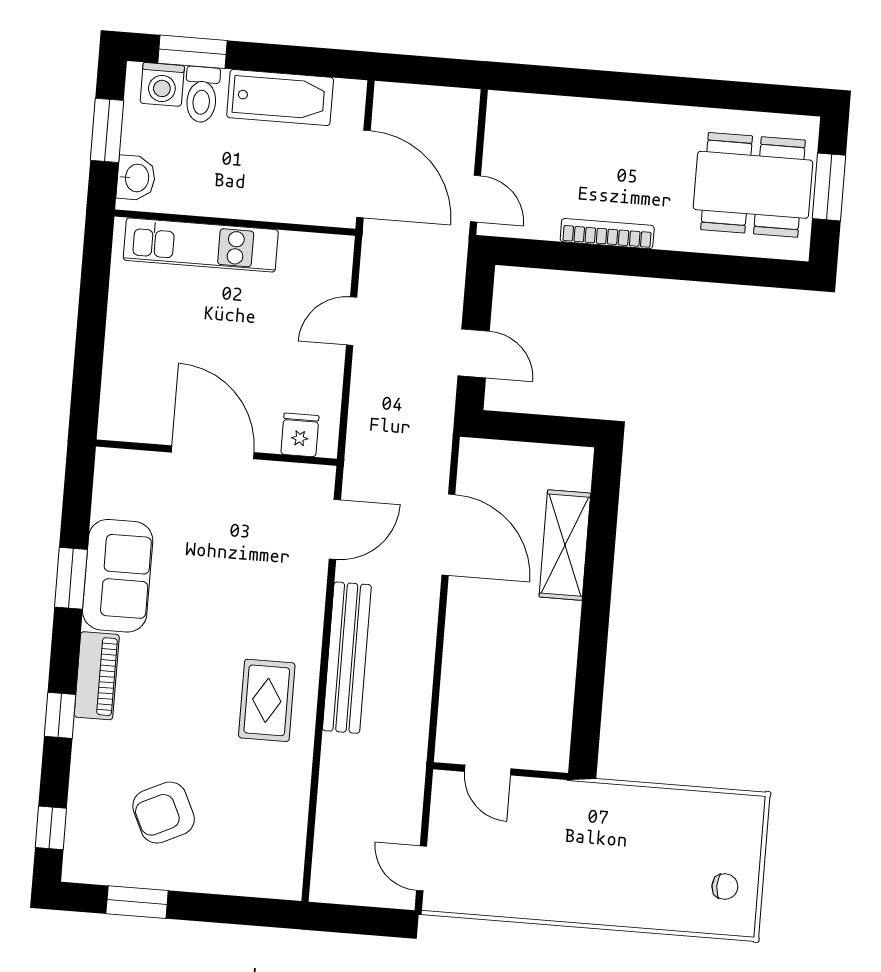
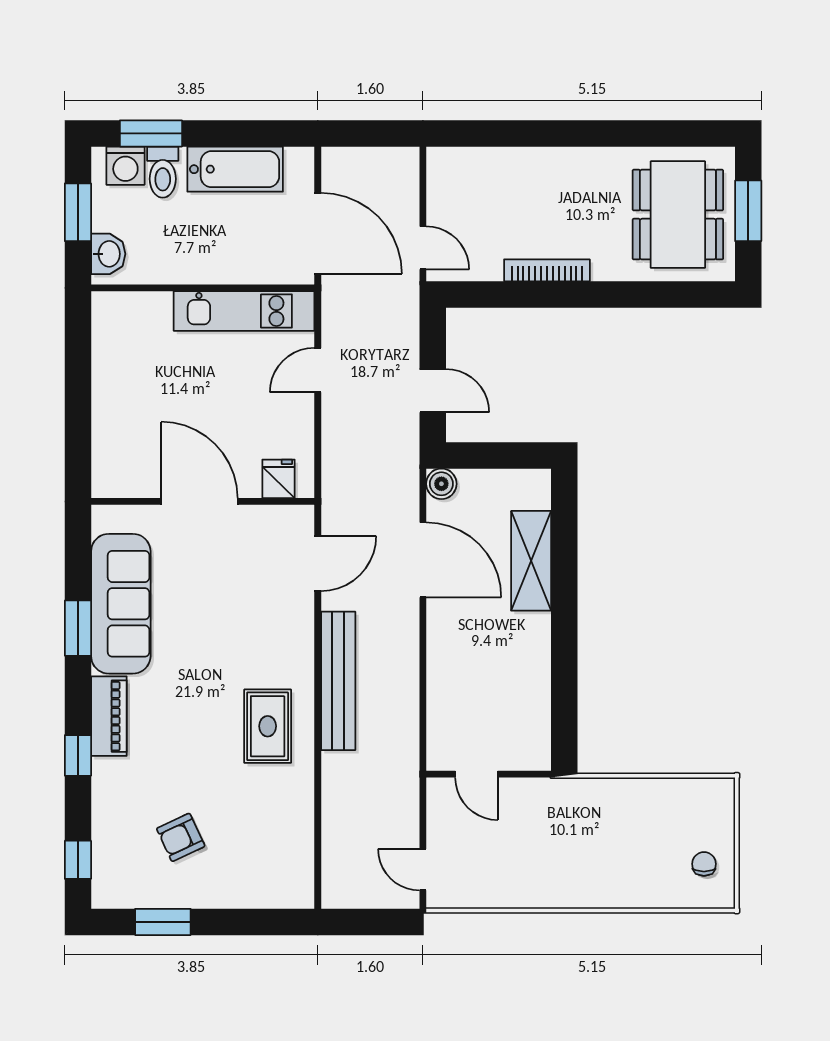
dining table: (753, 185) -> (678, 215), turned 90
kitchen unit: (201, 245) -> (244, 311), moved
boiler: (475, 454) -> (441, 484), added
sofa: (118, 576) -> (121, 604), width x1.36
armchair: (164, 813) -> (181, 837), width x0.72, depth x0.72
chair: (725, 887) -> (704, 864), turned -90

